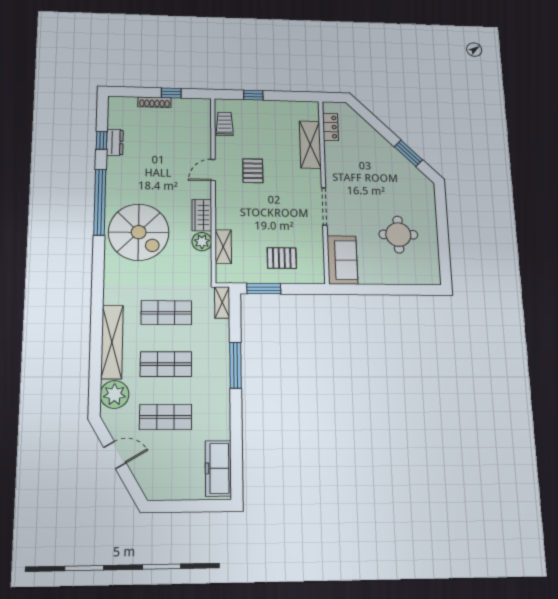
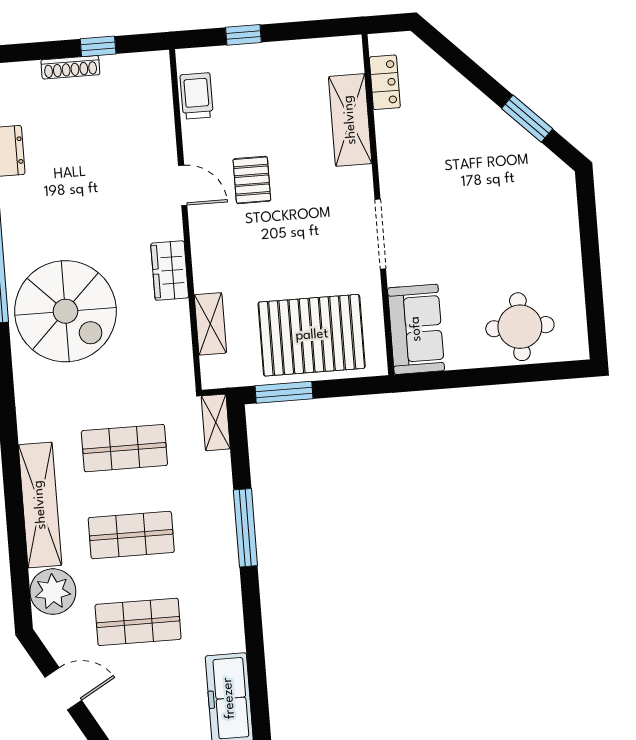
door: (213, 170) -> (183, 185), swing flipped
round table: (398, 235) -> (520, 327), moved
plant: (202, 242) -> (173, 318), removed
pallet: (282, 258) -> (312, 335), width x2.05, depth x2.00

